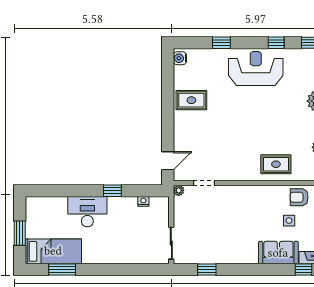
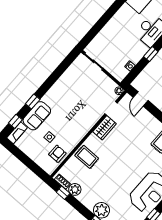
rug: (276, 164) -> (87, 157), turned 90
wardrobe: (230, 172) -> (104, 128), added
window: (207, 270) -> (33, 102), moved

